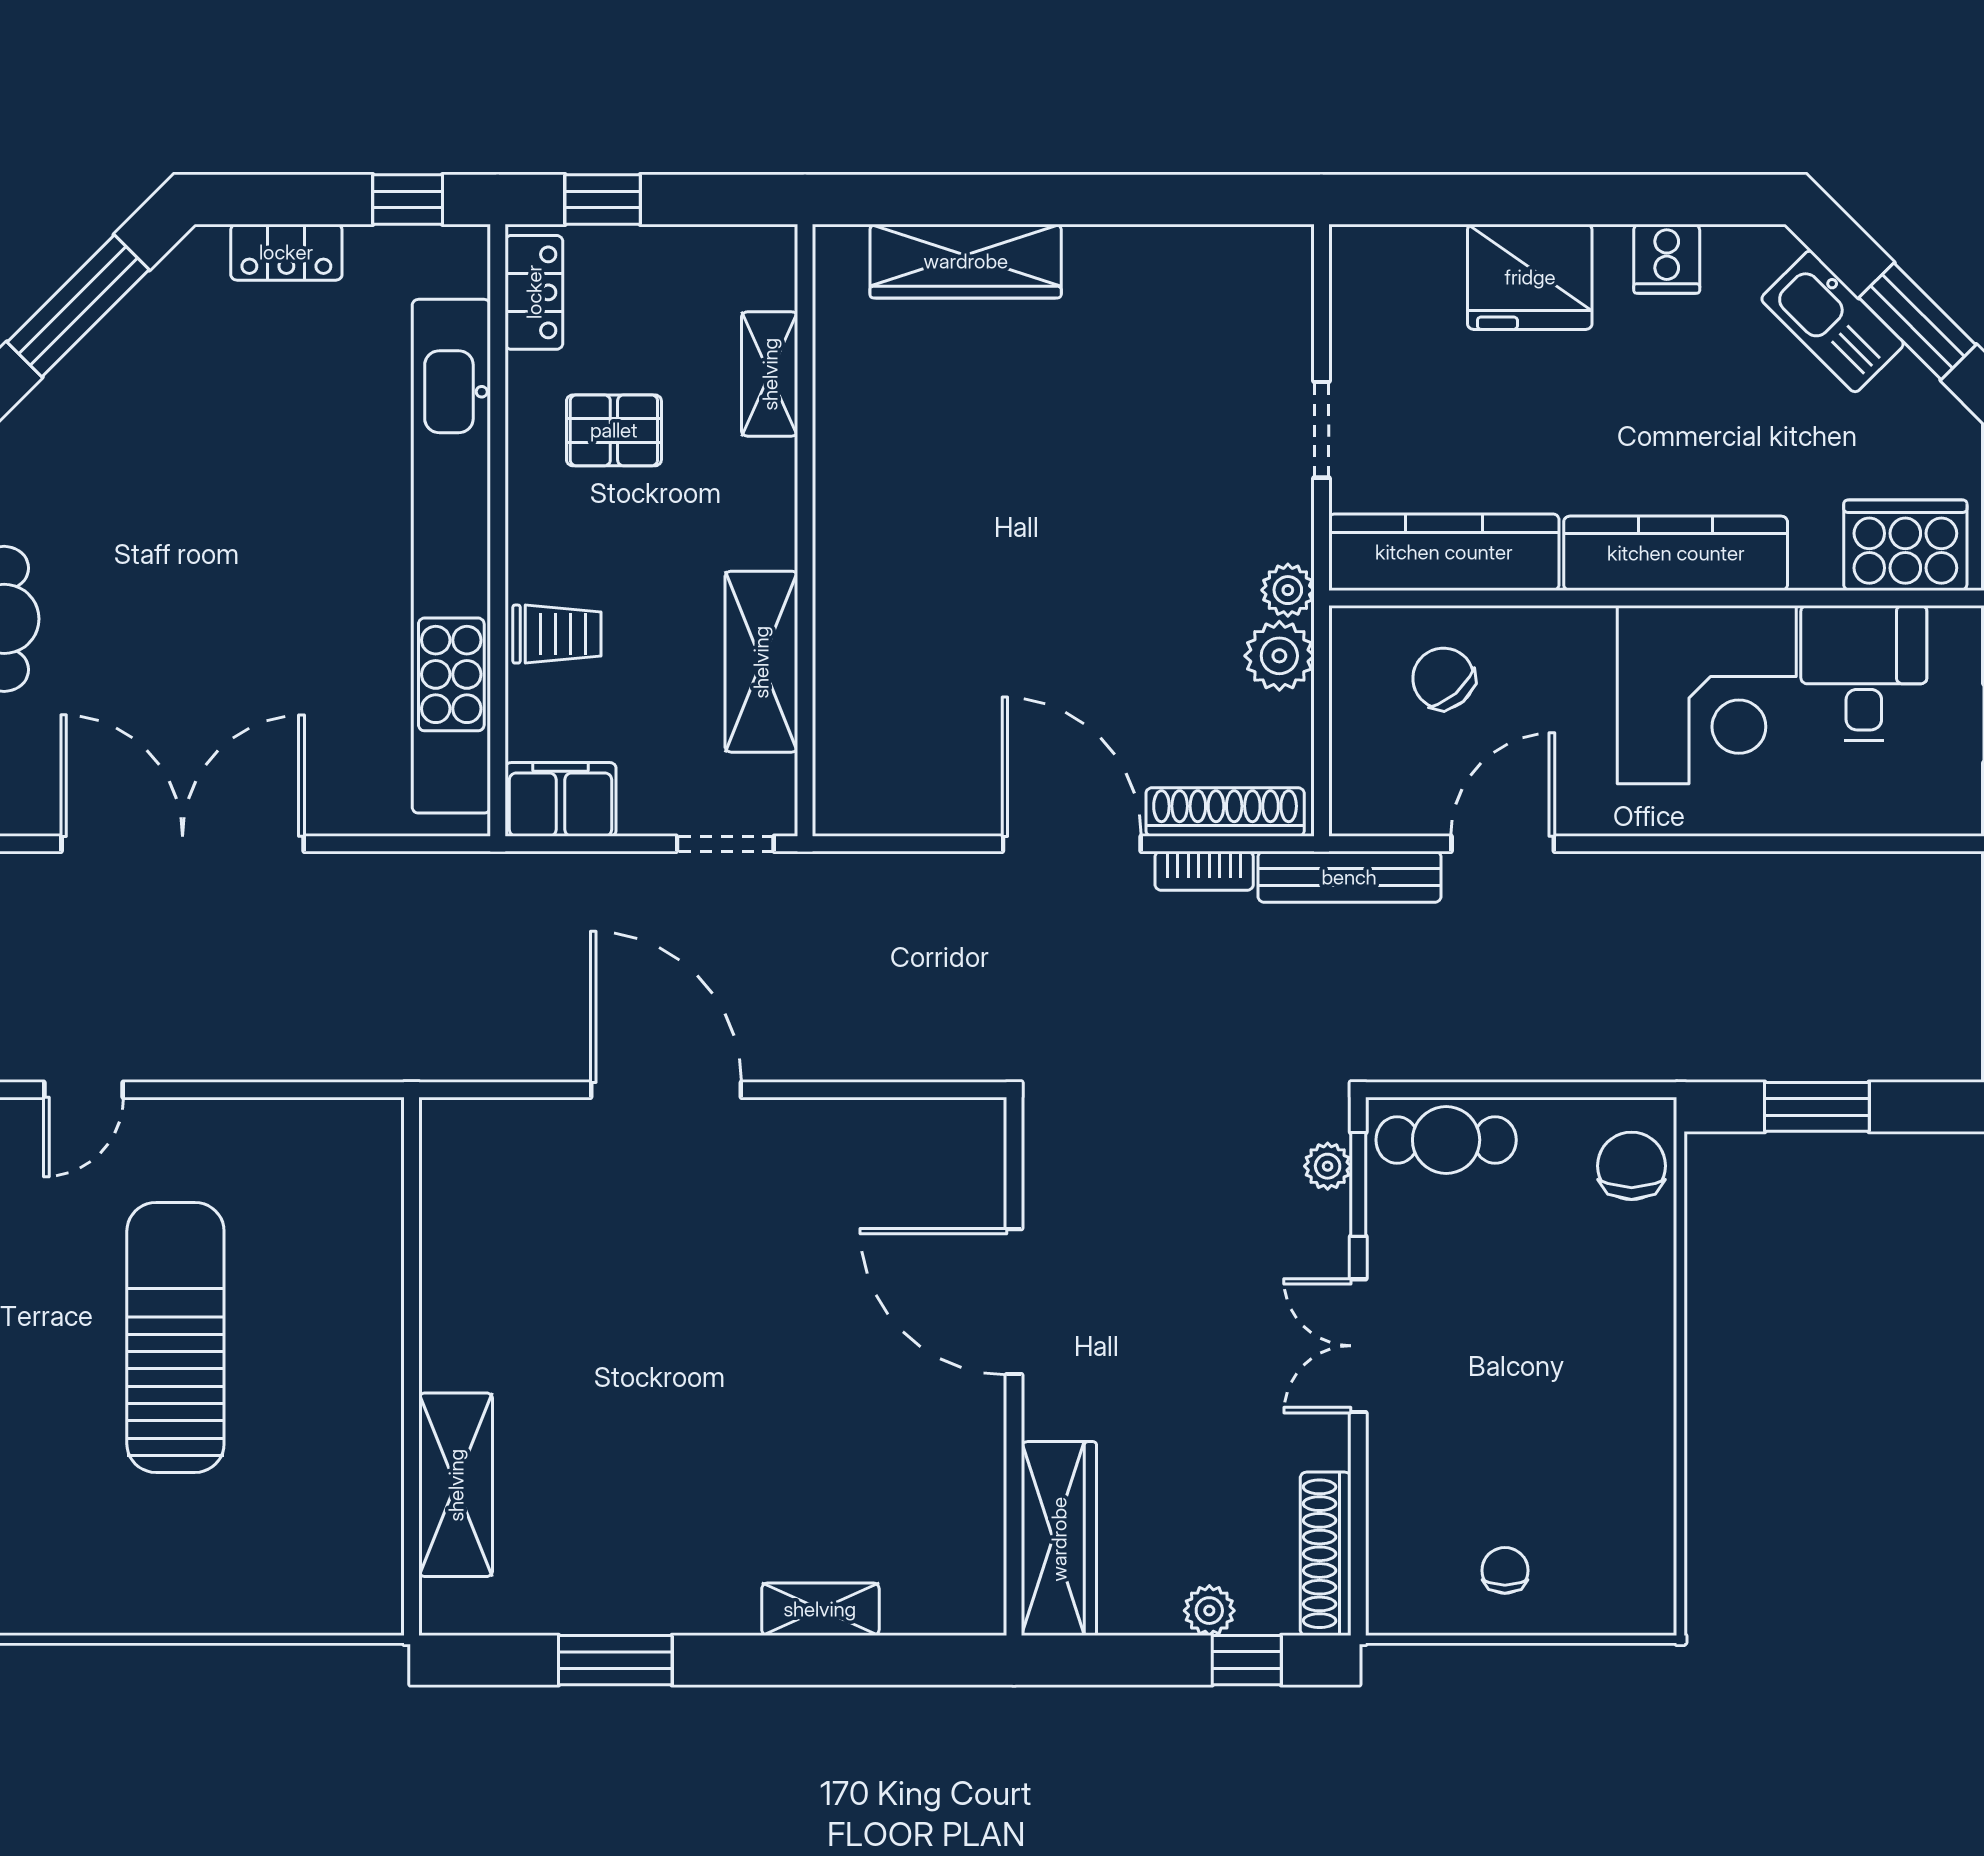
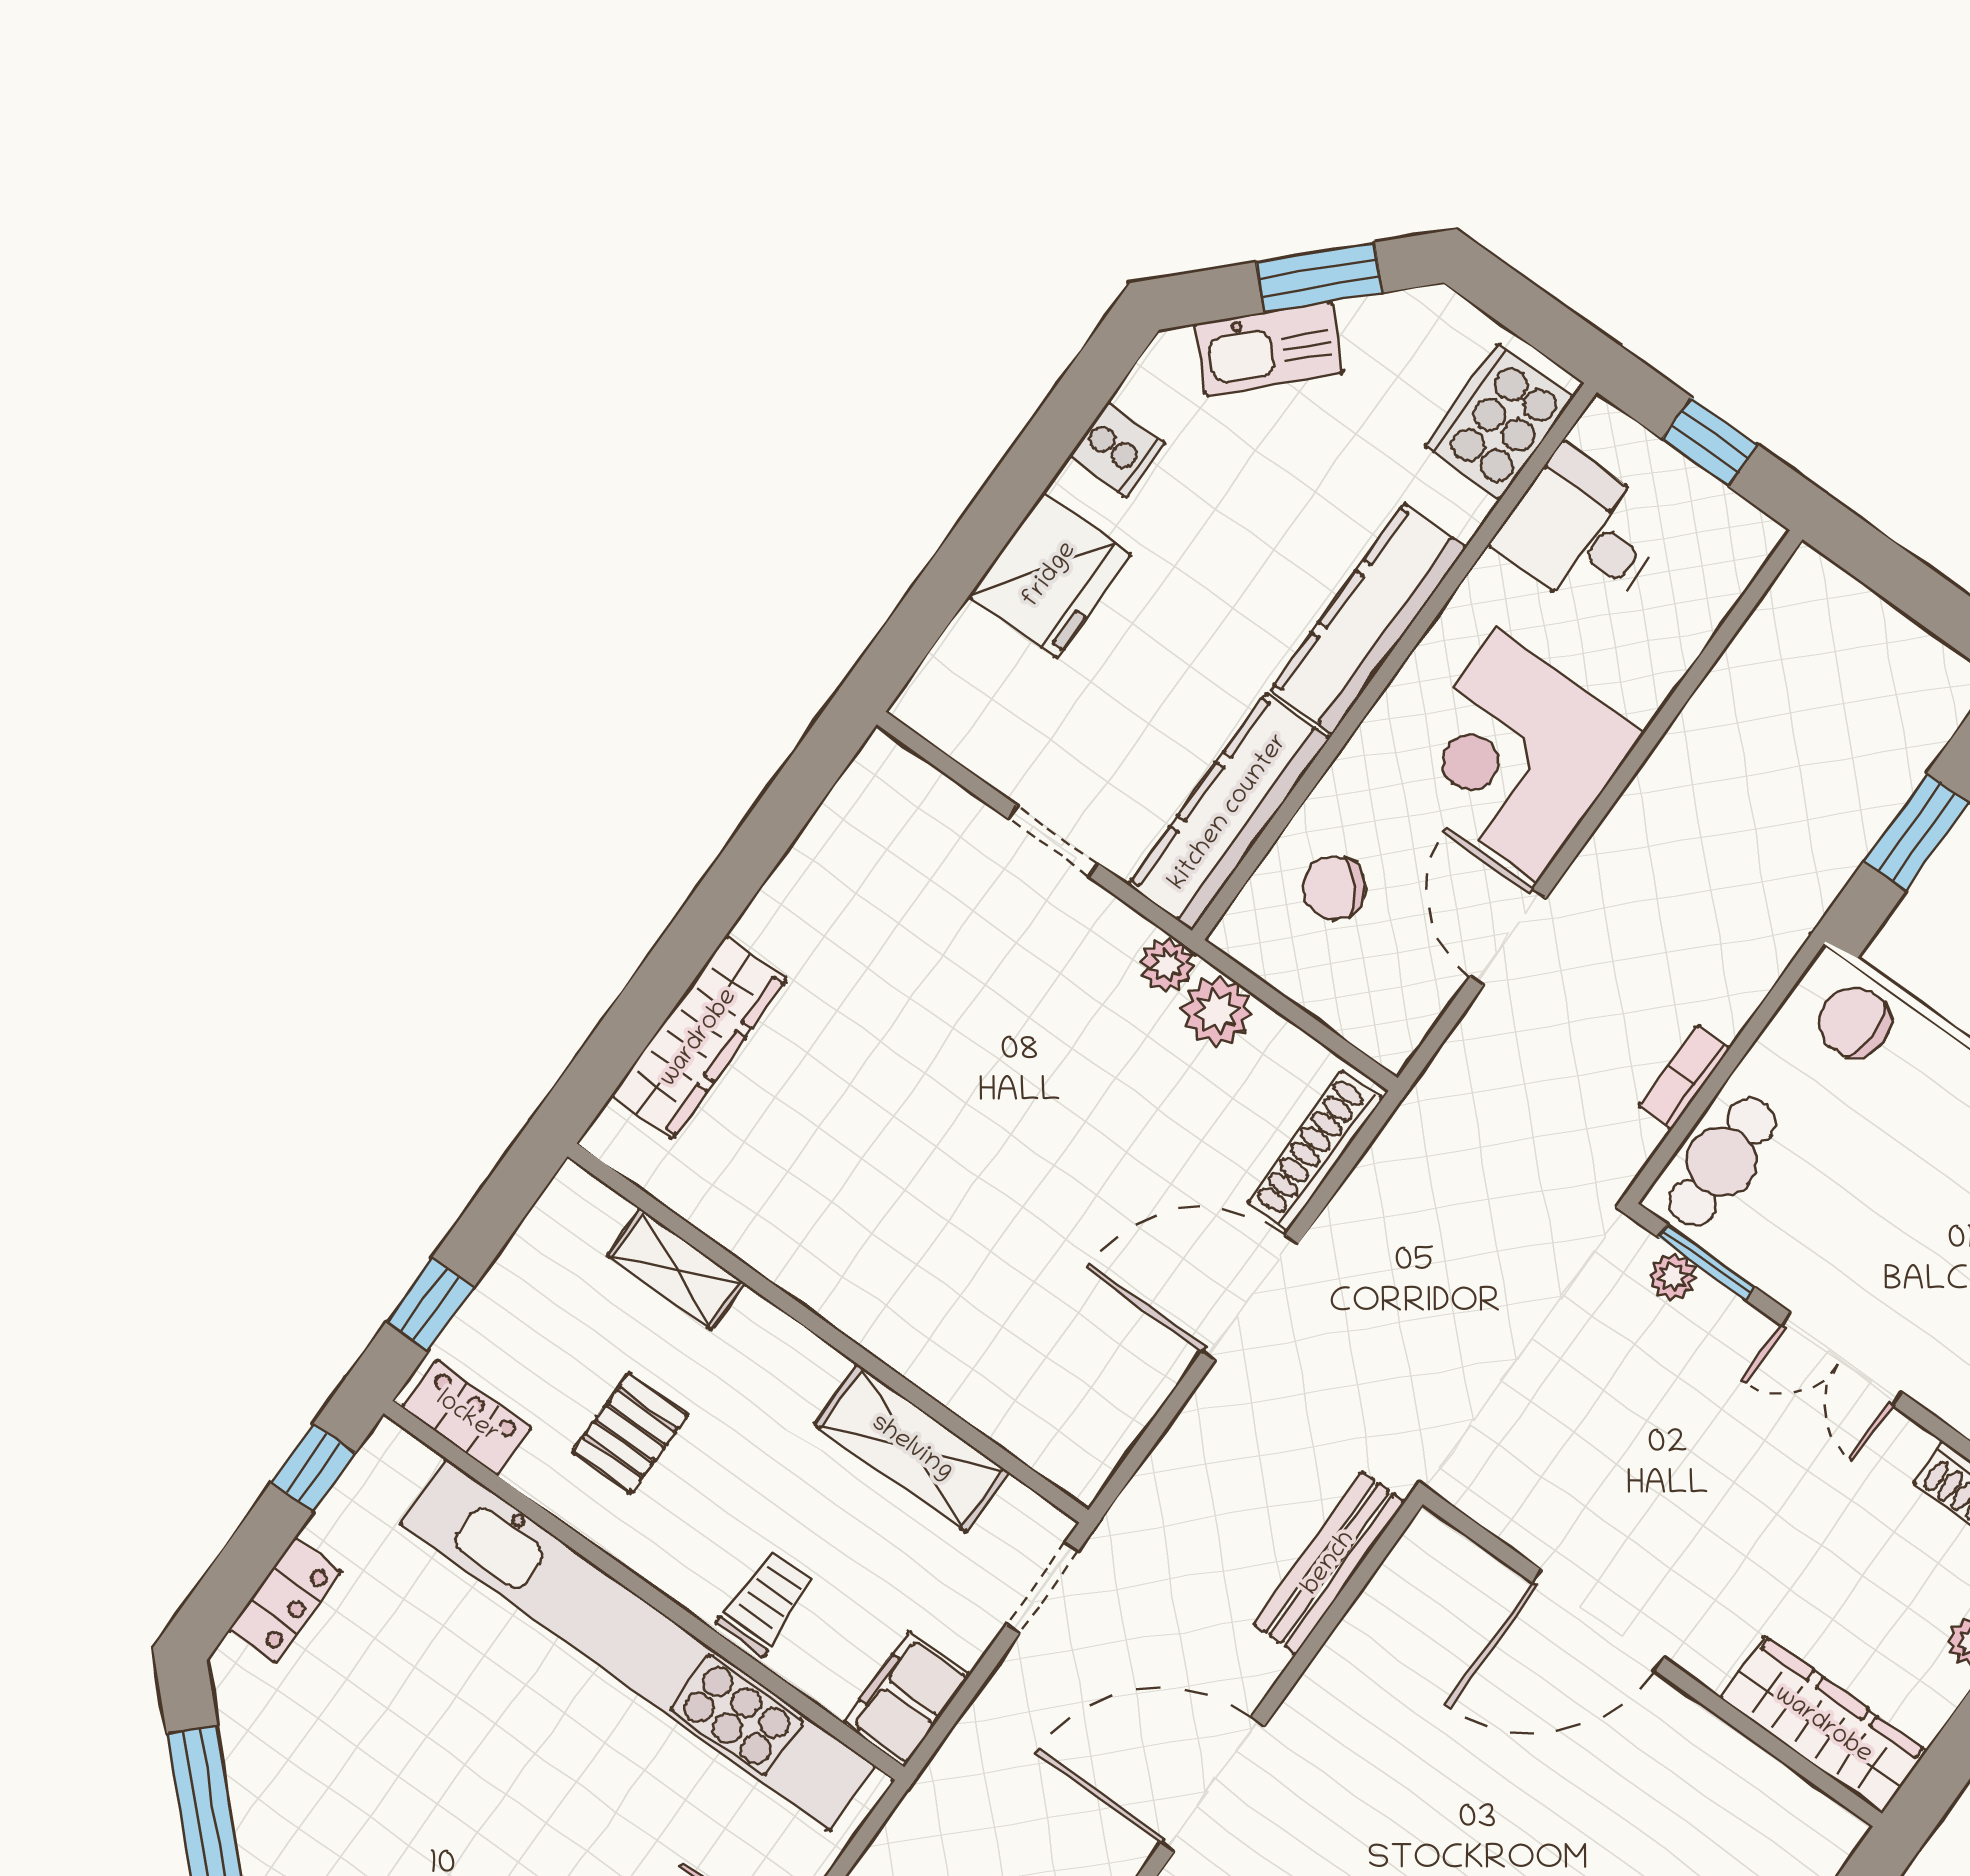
corner desk: (1707, 695) -> (1516, 755), moved, turned 180
bookcase: (1204, 871) -> (1685, 1077), moved, turned 180
bench: (1349, 877) -> (1329, 1563), moved

